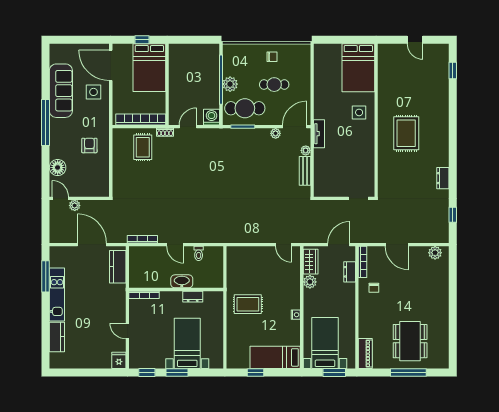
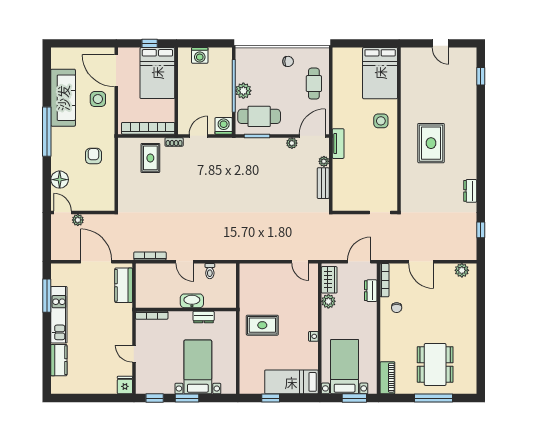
washing machine: (189, 51) -> (200, 55), added
cafe table: (274, 85) -> (314, 84), moved, turned 90

